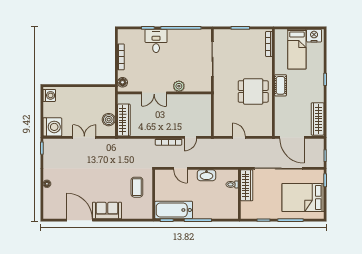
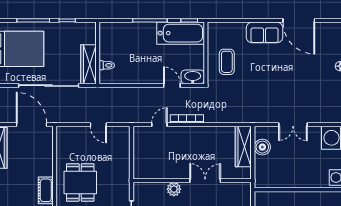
floor lamp: (123, 82) -> (245, 194), removed
dining table: (253, 91) -> (80, 182), turned 90
washbasin: (207, 175) -> (193, 77), moved

